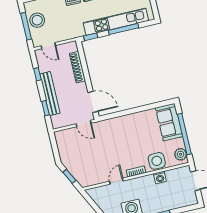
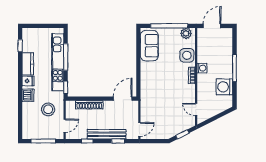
stool: (37, 20) -> (48, 109), moved
sofa: (169, 122) -> (149, 46), moved, turned -90
door: (84, 124) -> (139, 129), moved
washing machine: (160, 177) -> (202, 68), moved
door: (116, 181) -> (196, 109), moved

